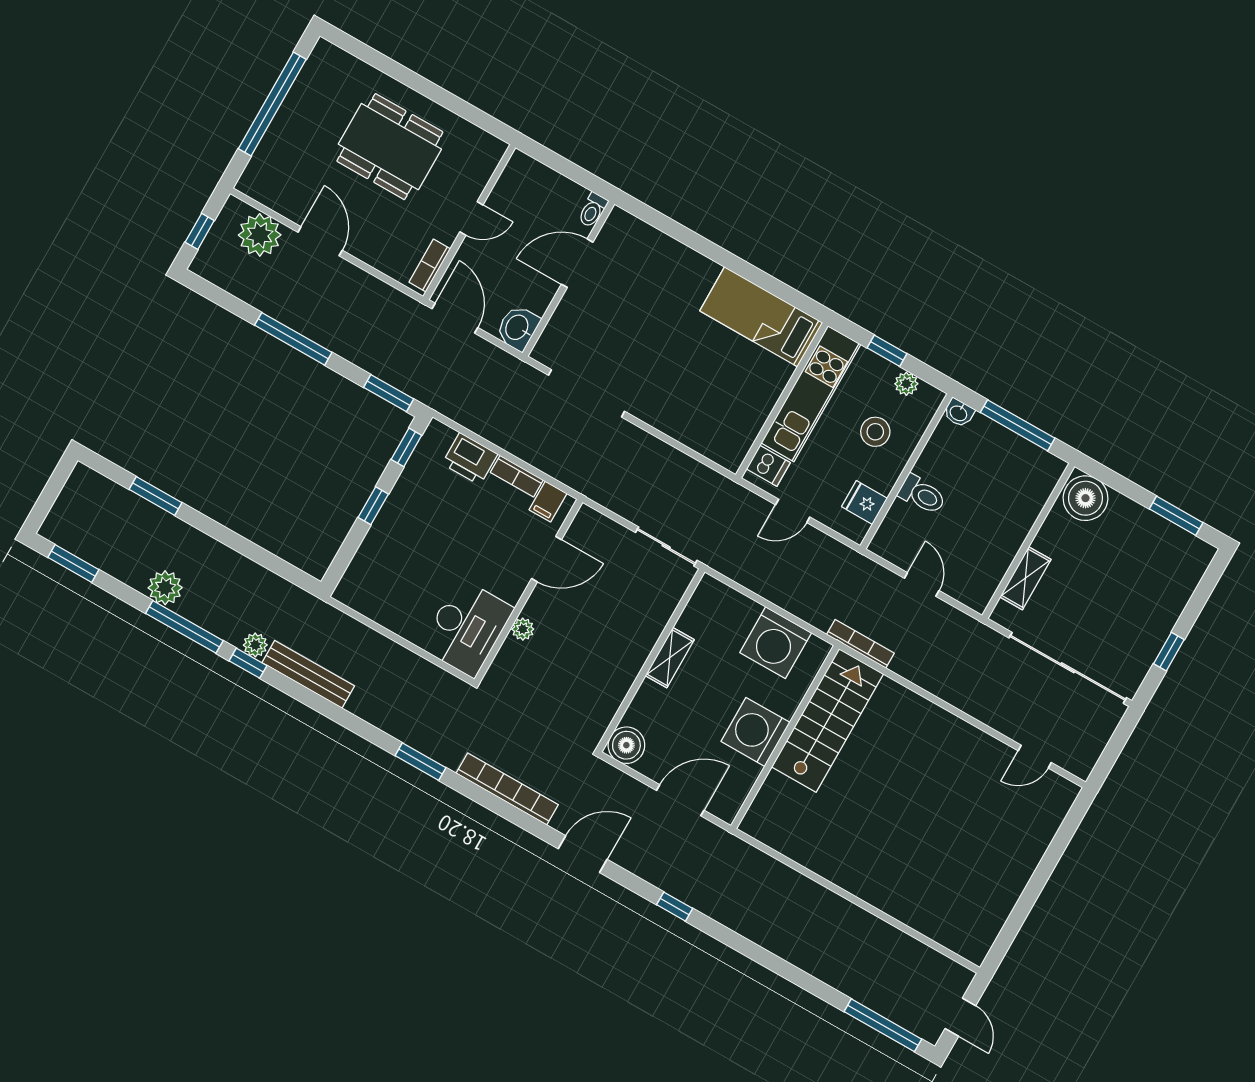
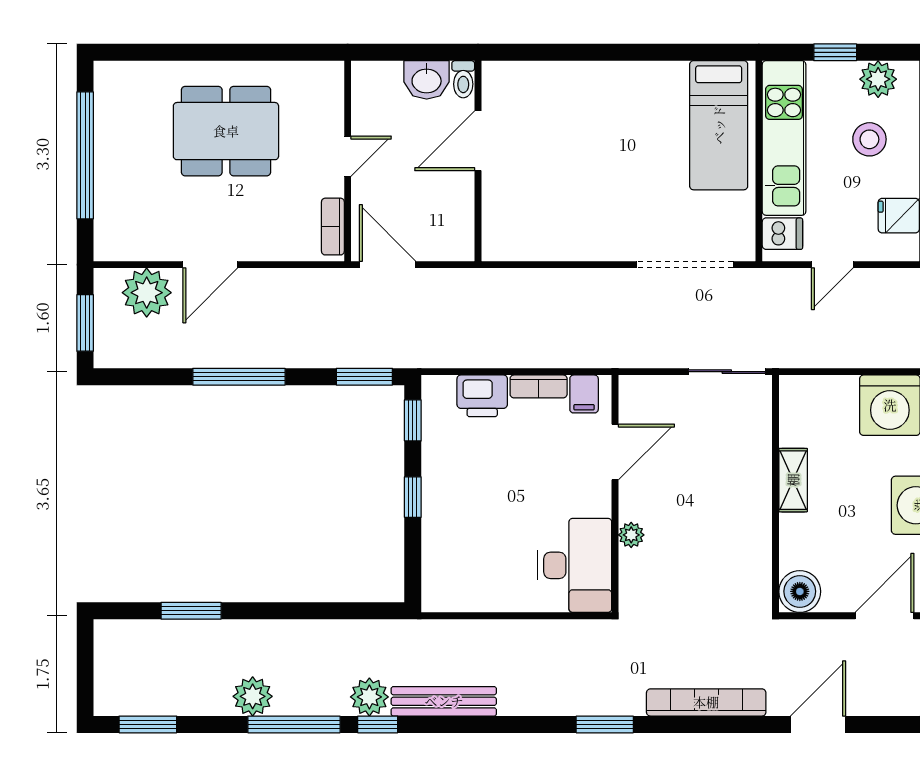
window: (200, 231) -> (85, 323), width x1.50
door: (320, 241) -> (210, 265), swing flipped
bed: (761, 317) -> (719, 125), moved, turned -90
washbasin: (518, 328) -> (427, 80), moved, turned -90
plant: (906, 384) -> (878, 79), width x1.38, depth x1.38
doorway: (587, 393) -> (685, 265), moved
plant: (255, 645) -> (369, 697), width x1.38, depth x1.38

